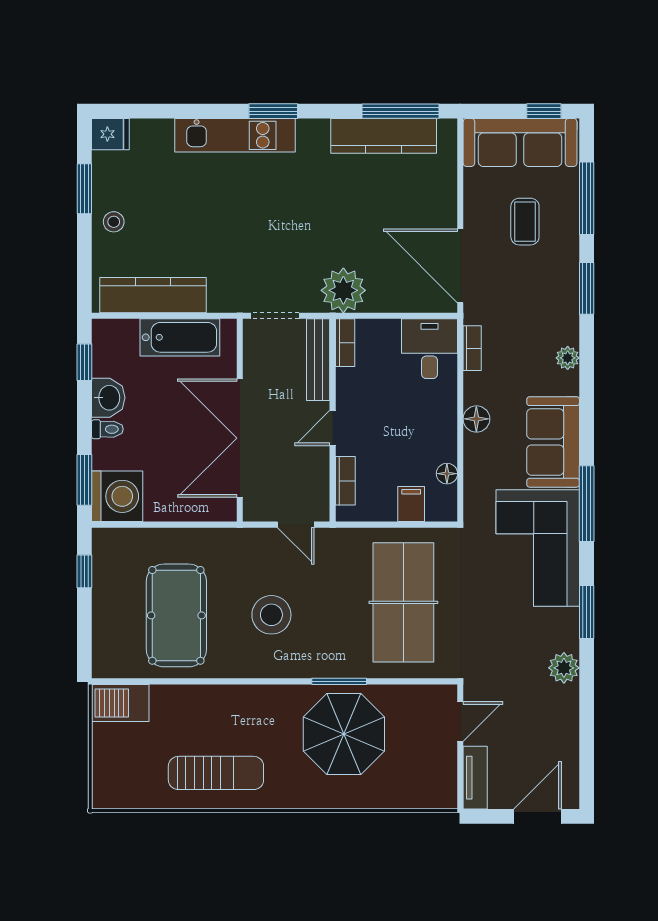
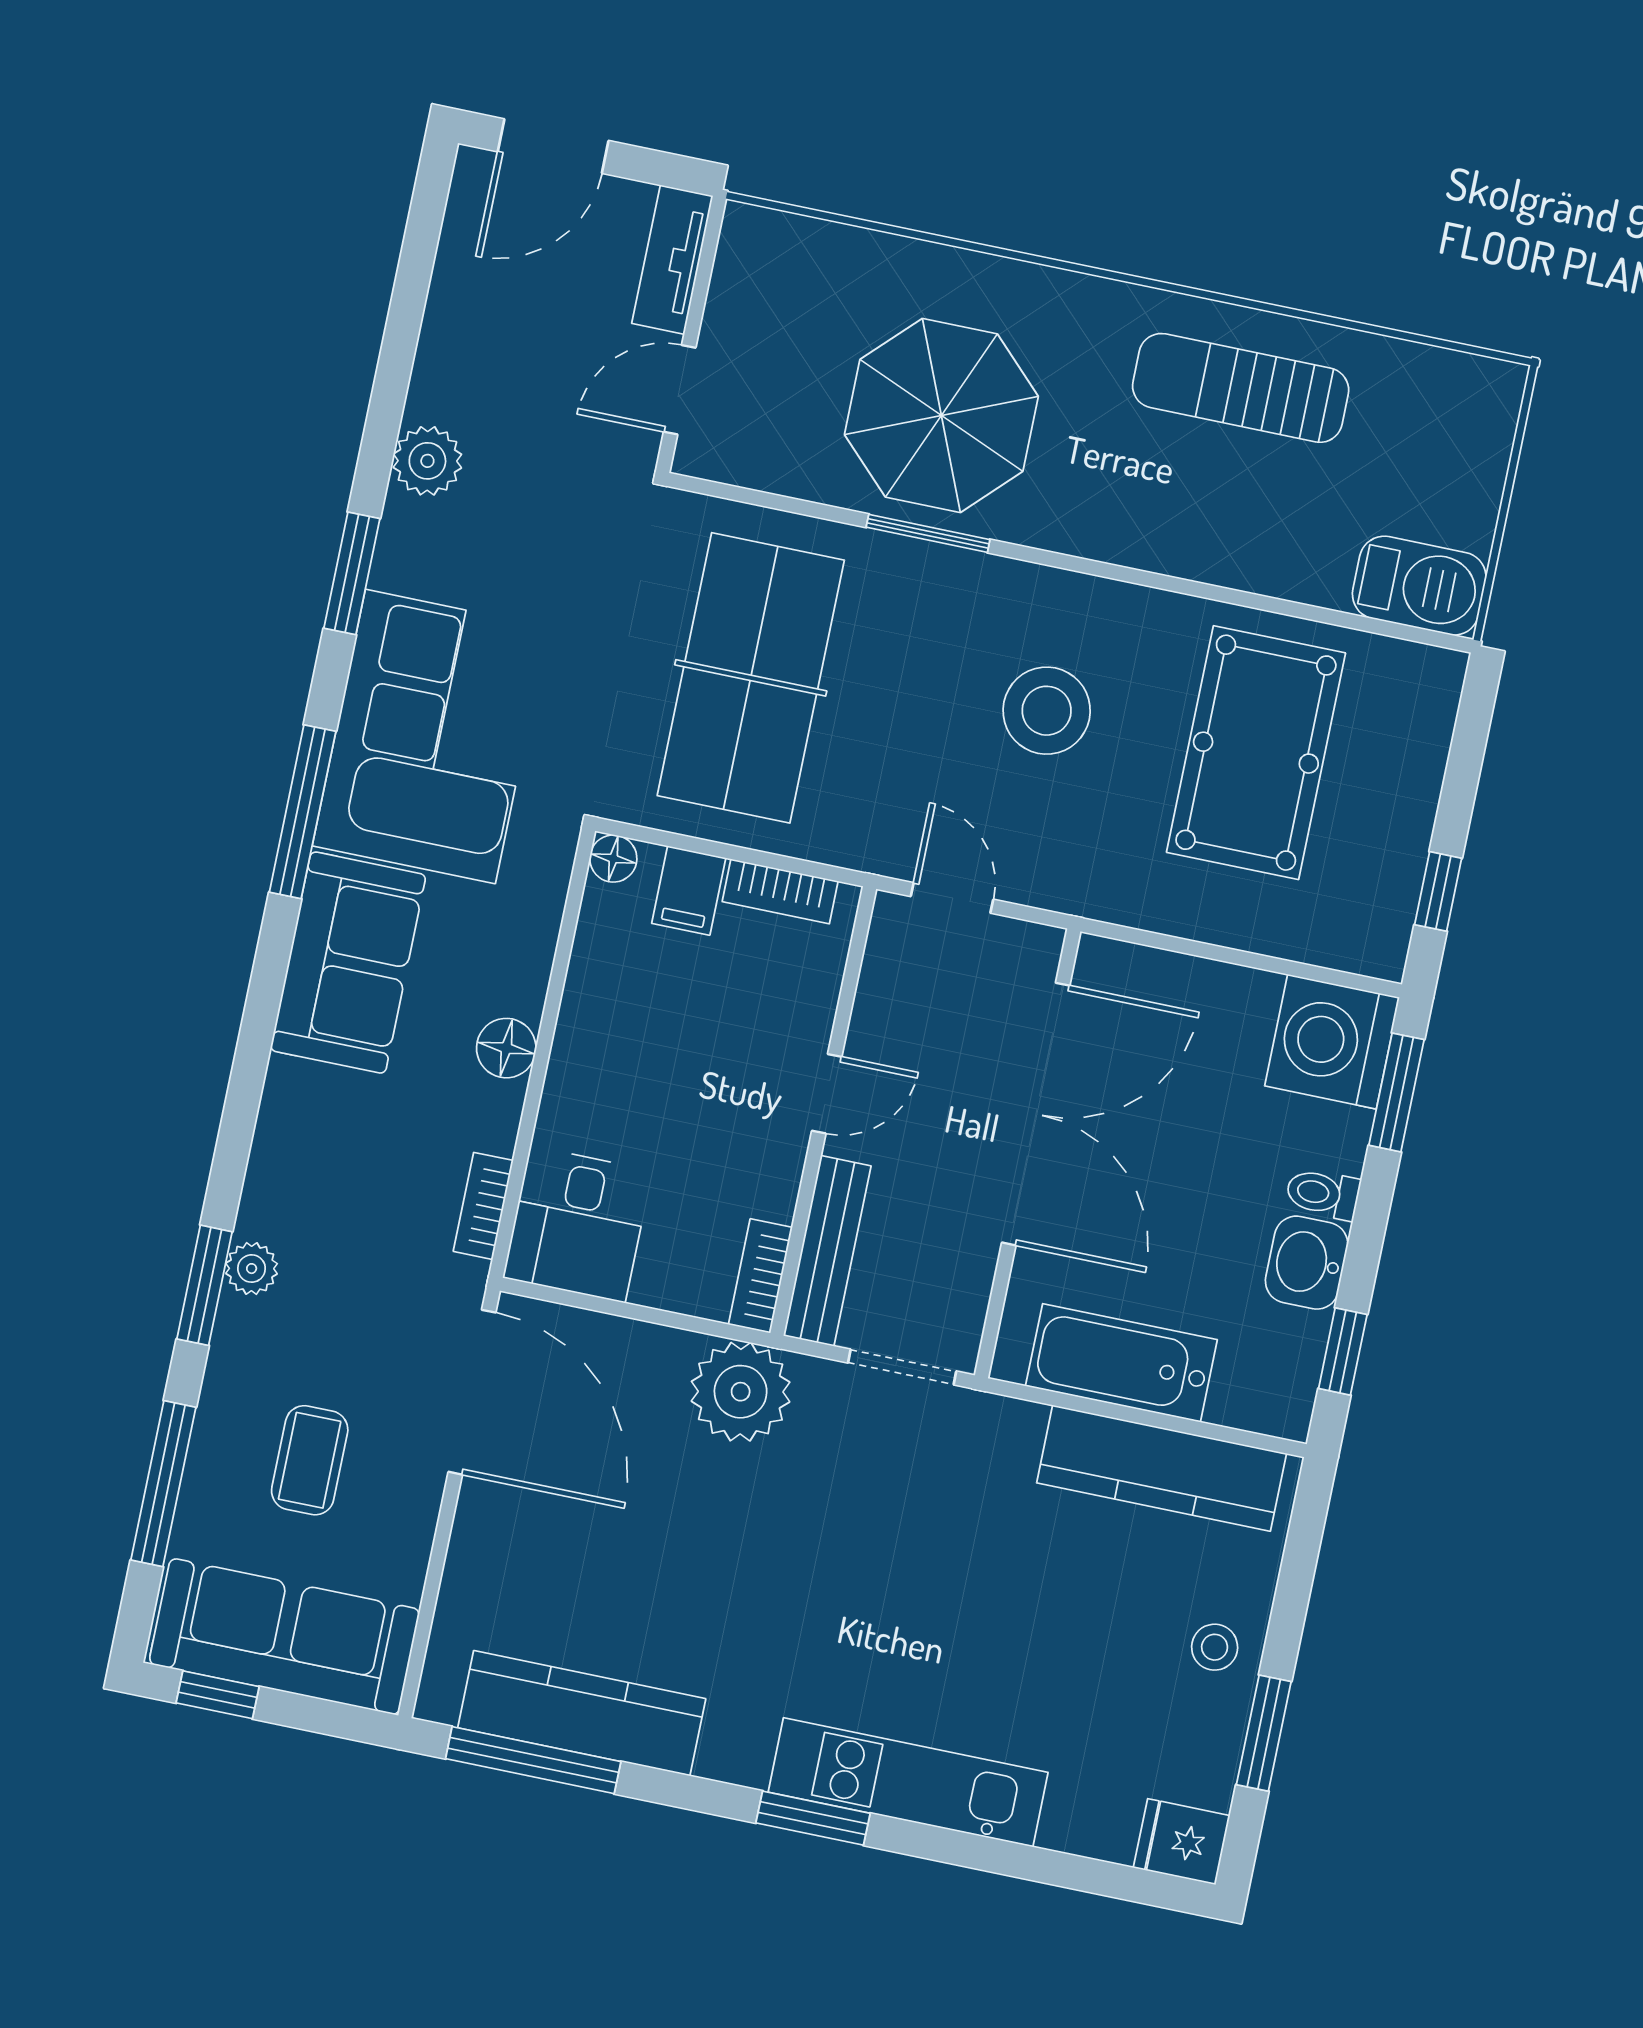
plant: (568, 358) -> (252, 1269), moved
floor lamp: (447, 474) -> (613, 859), moved
bookcase: (345, 481) -> (780, 891), moved, turned -90

